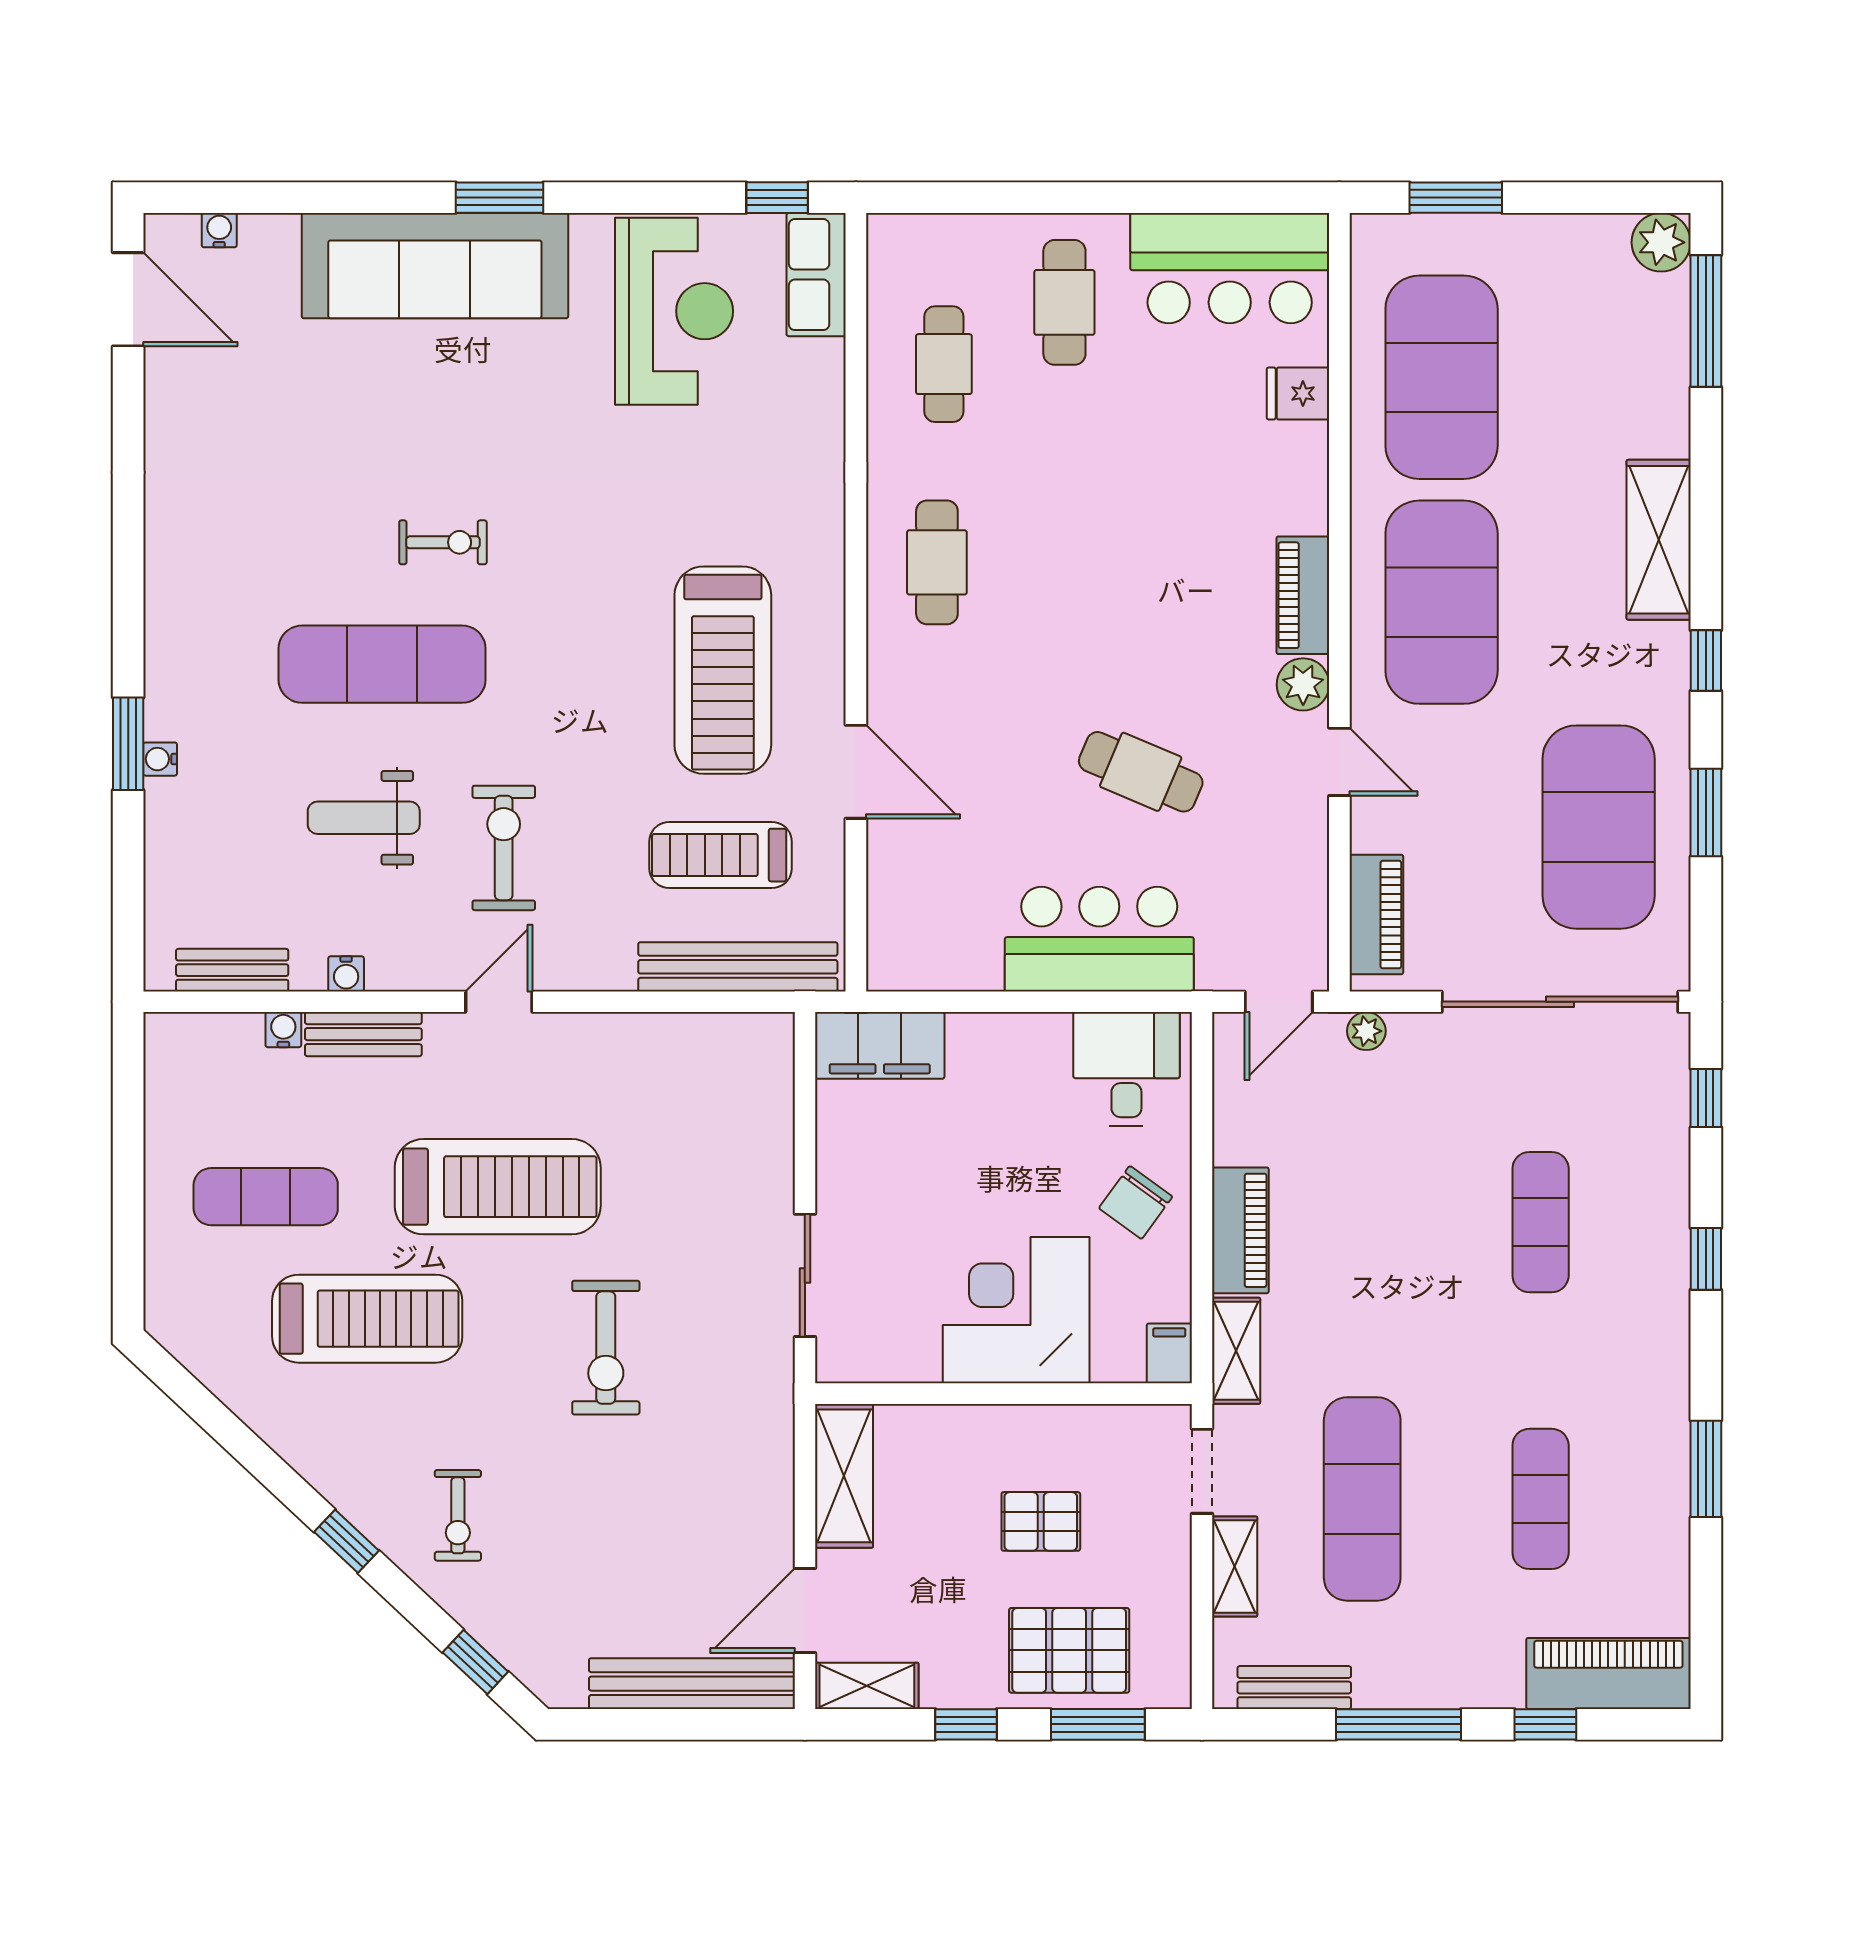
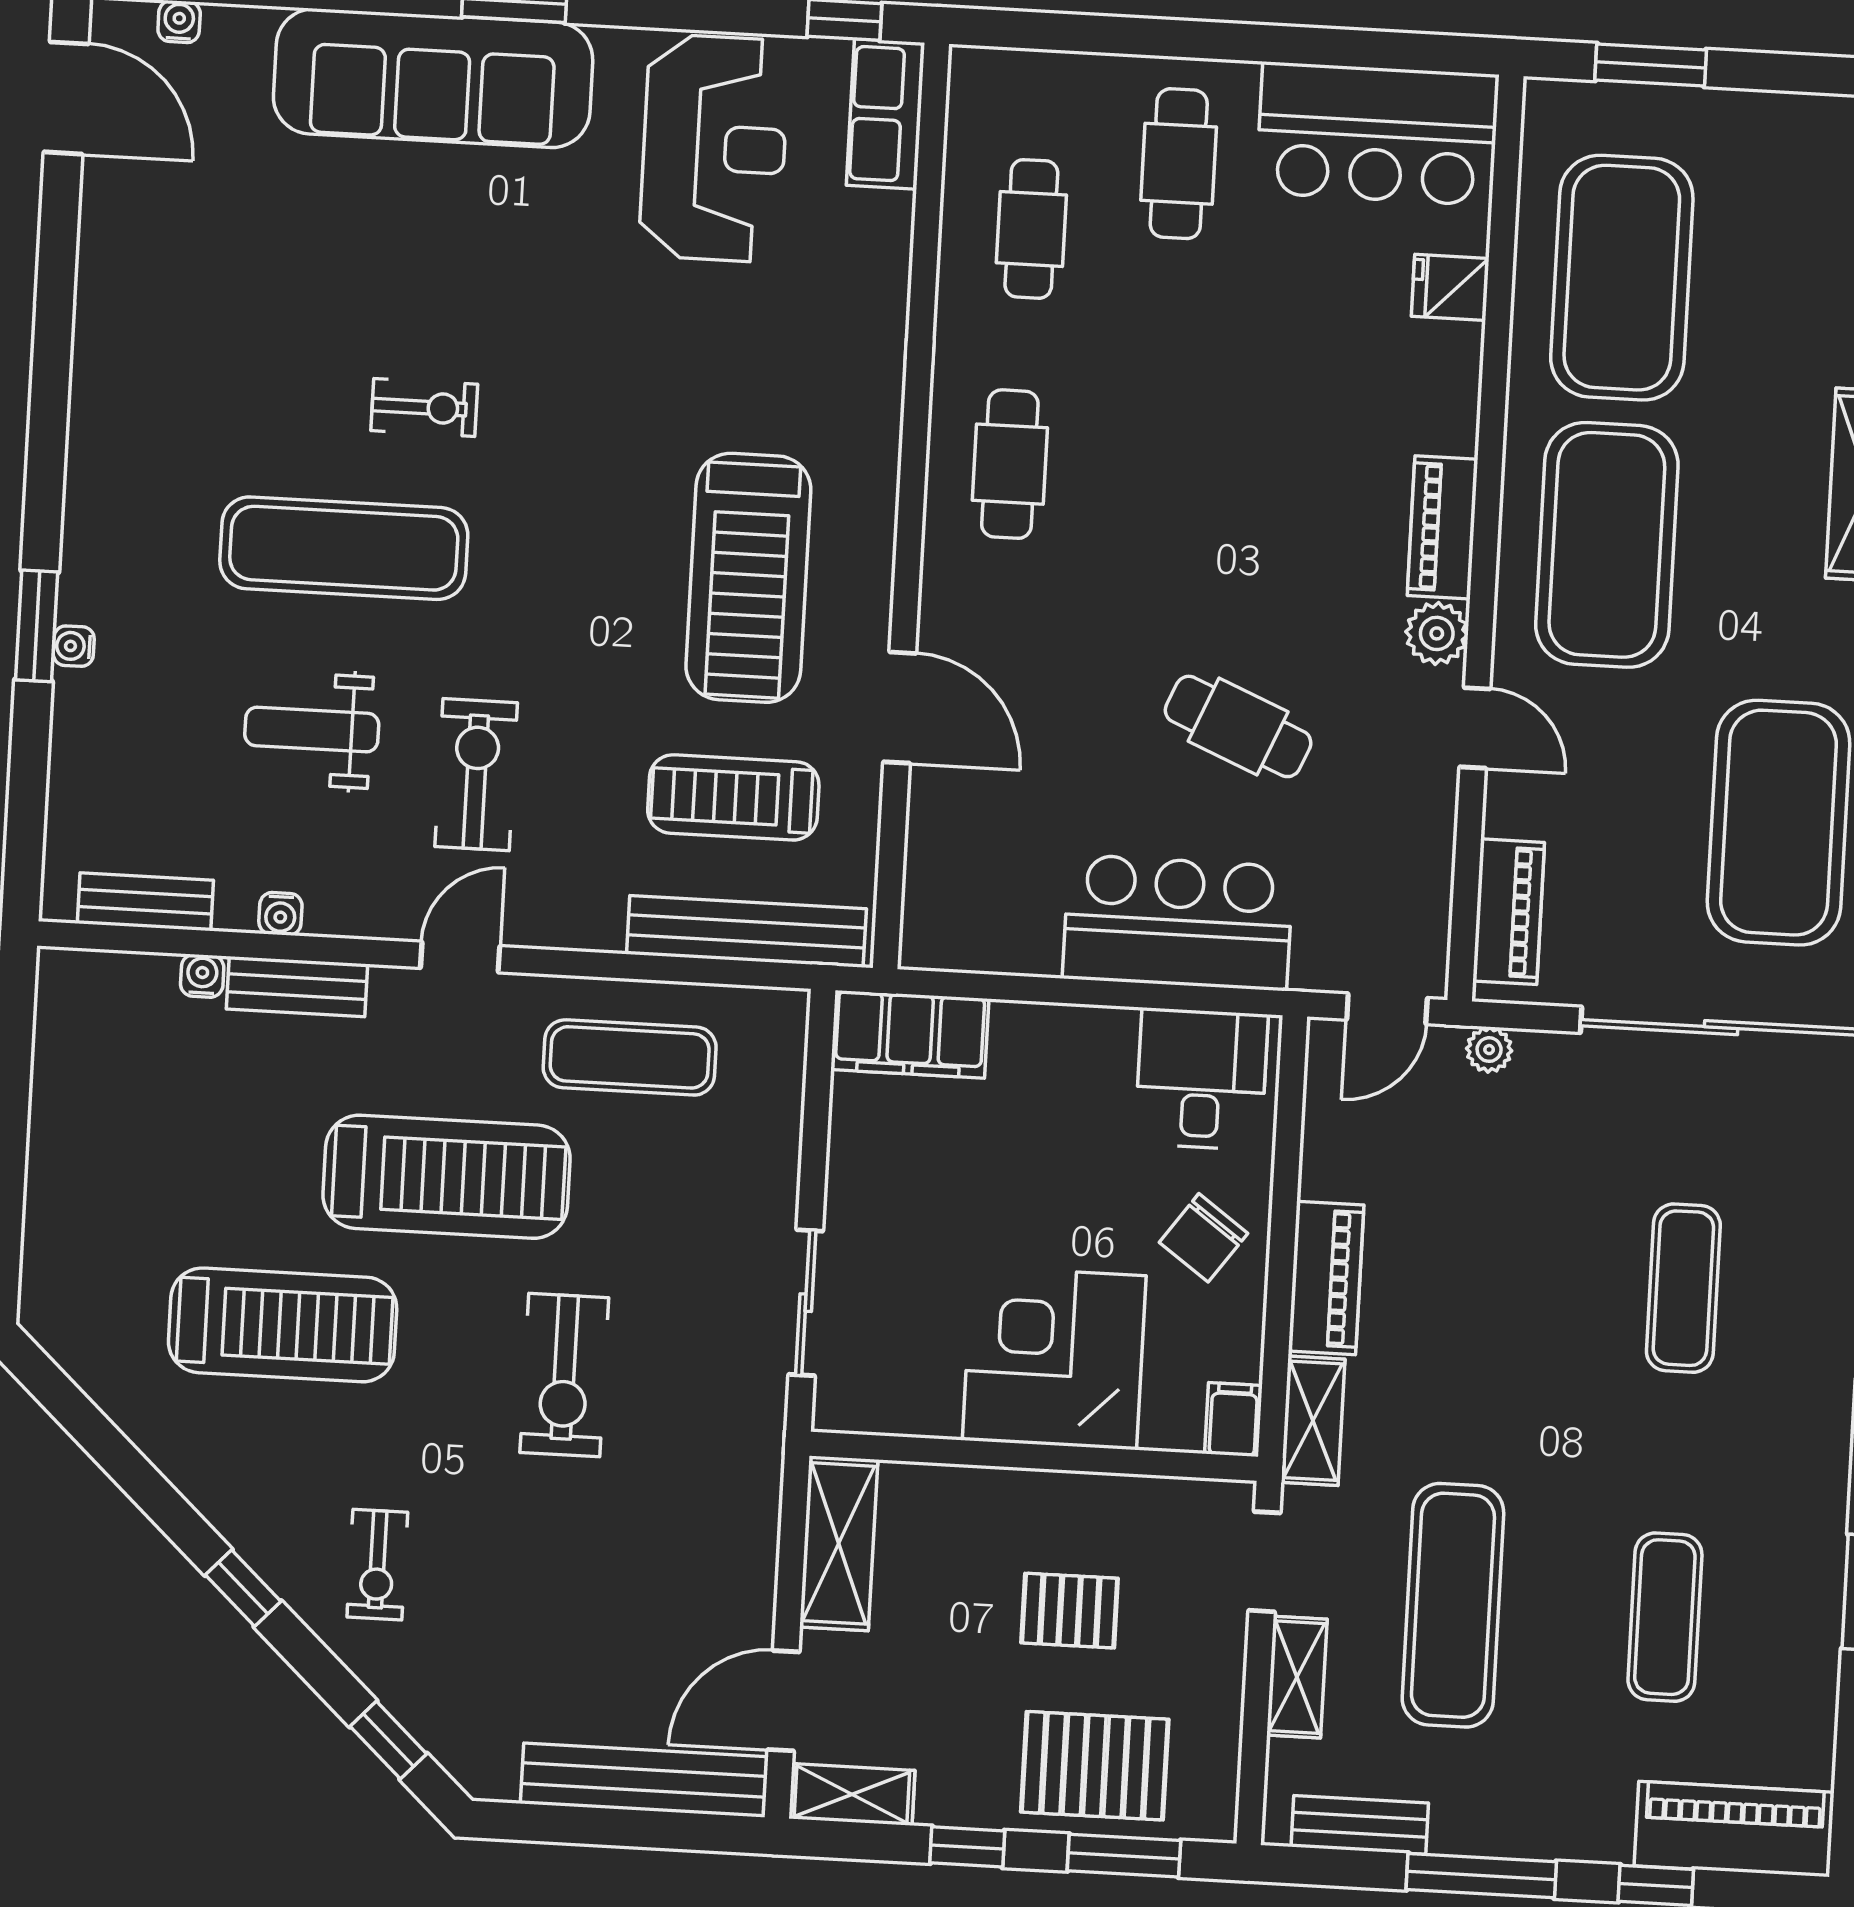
exercise mat: (266, 1197) -> (630, 1057), moved

